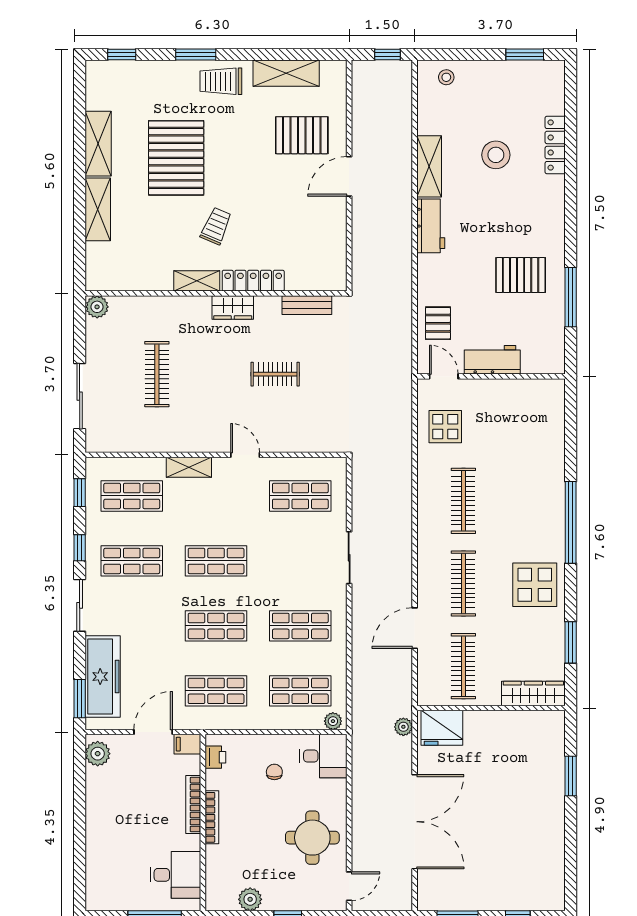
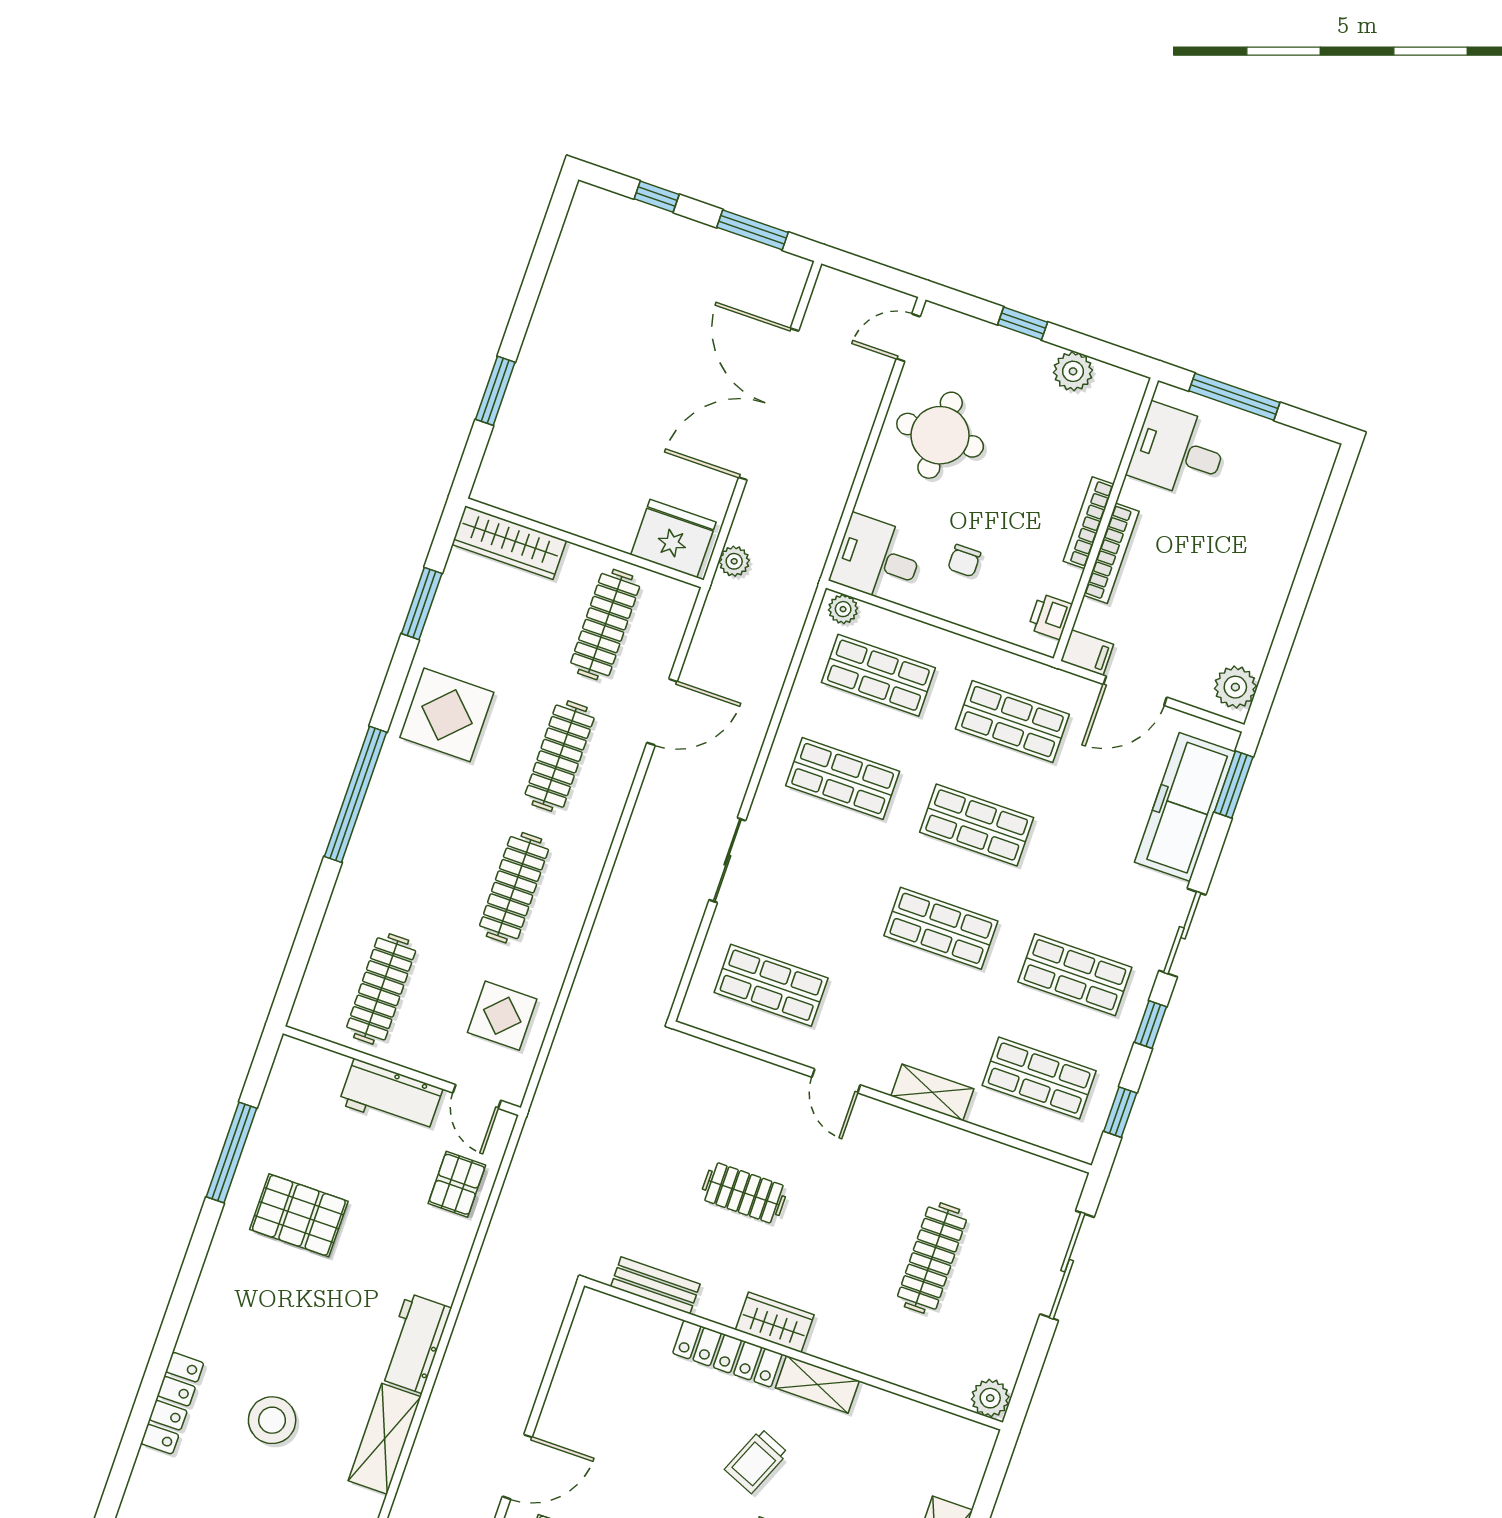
clothes rail: (518, 418) -> (381, 989), added

